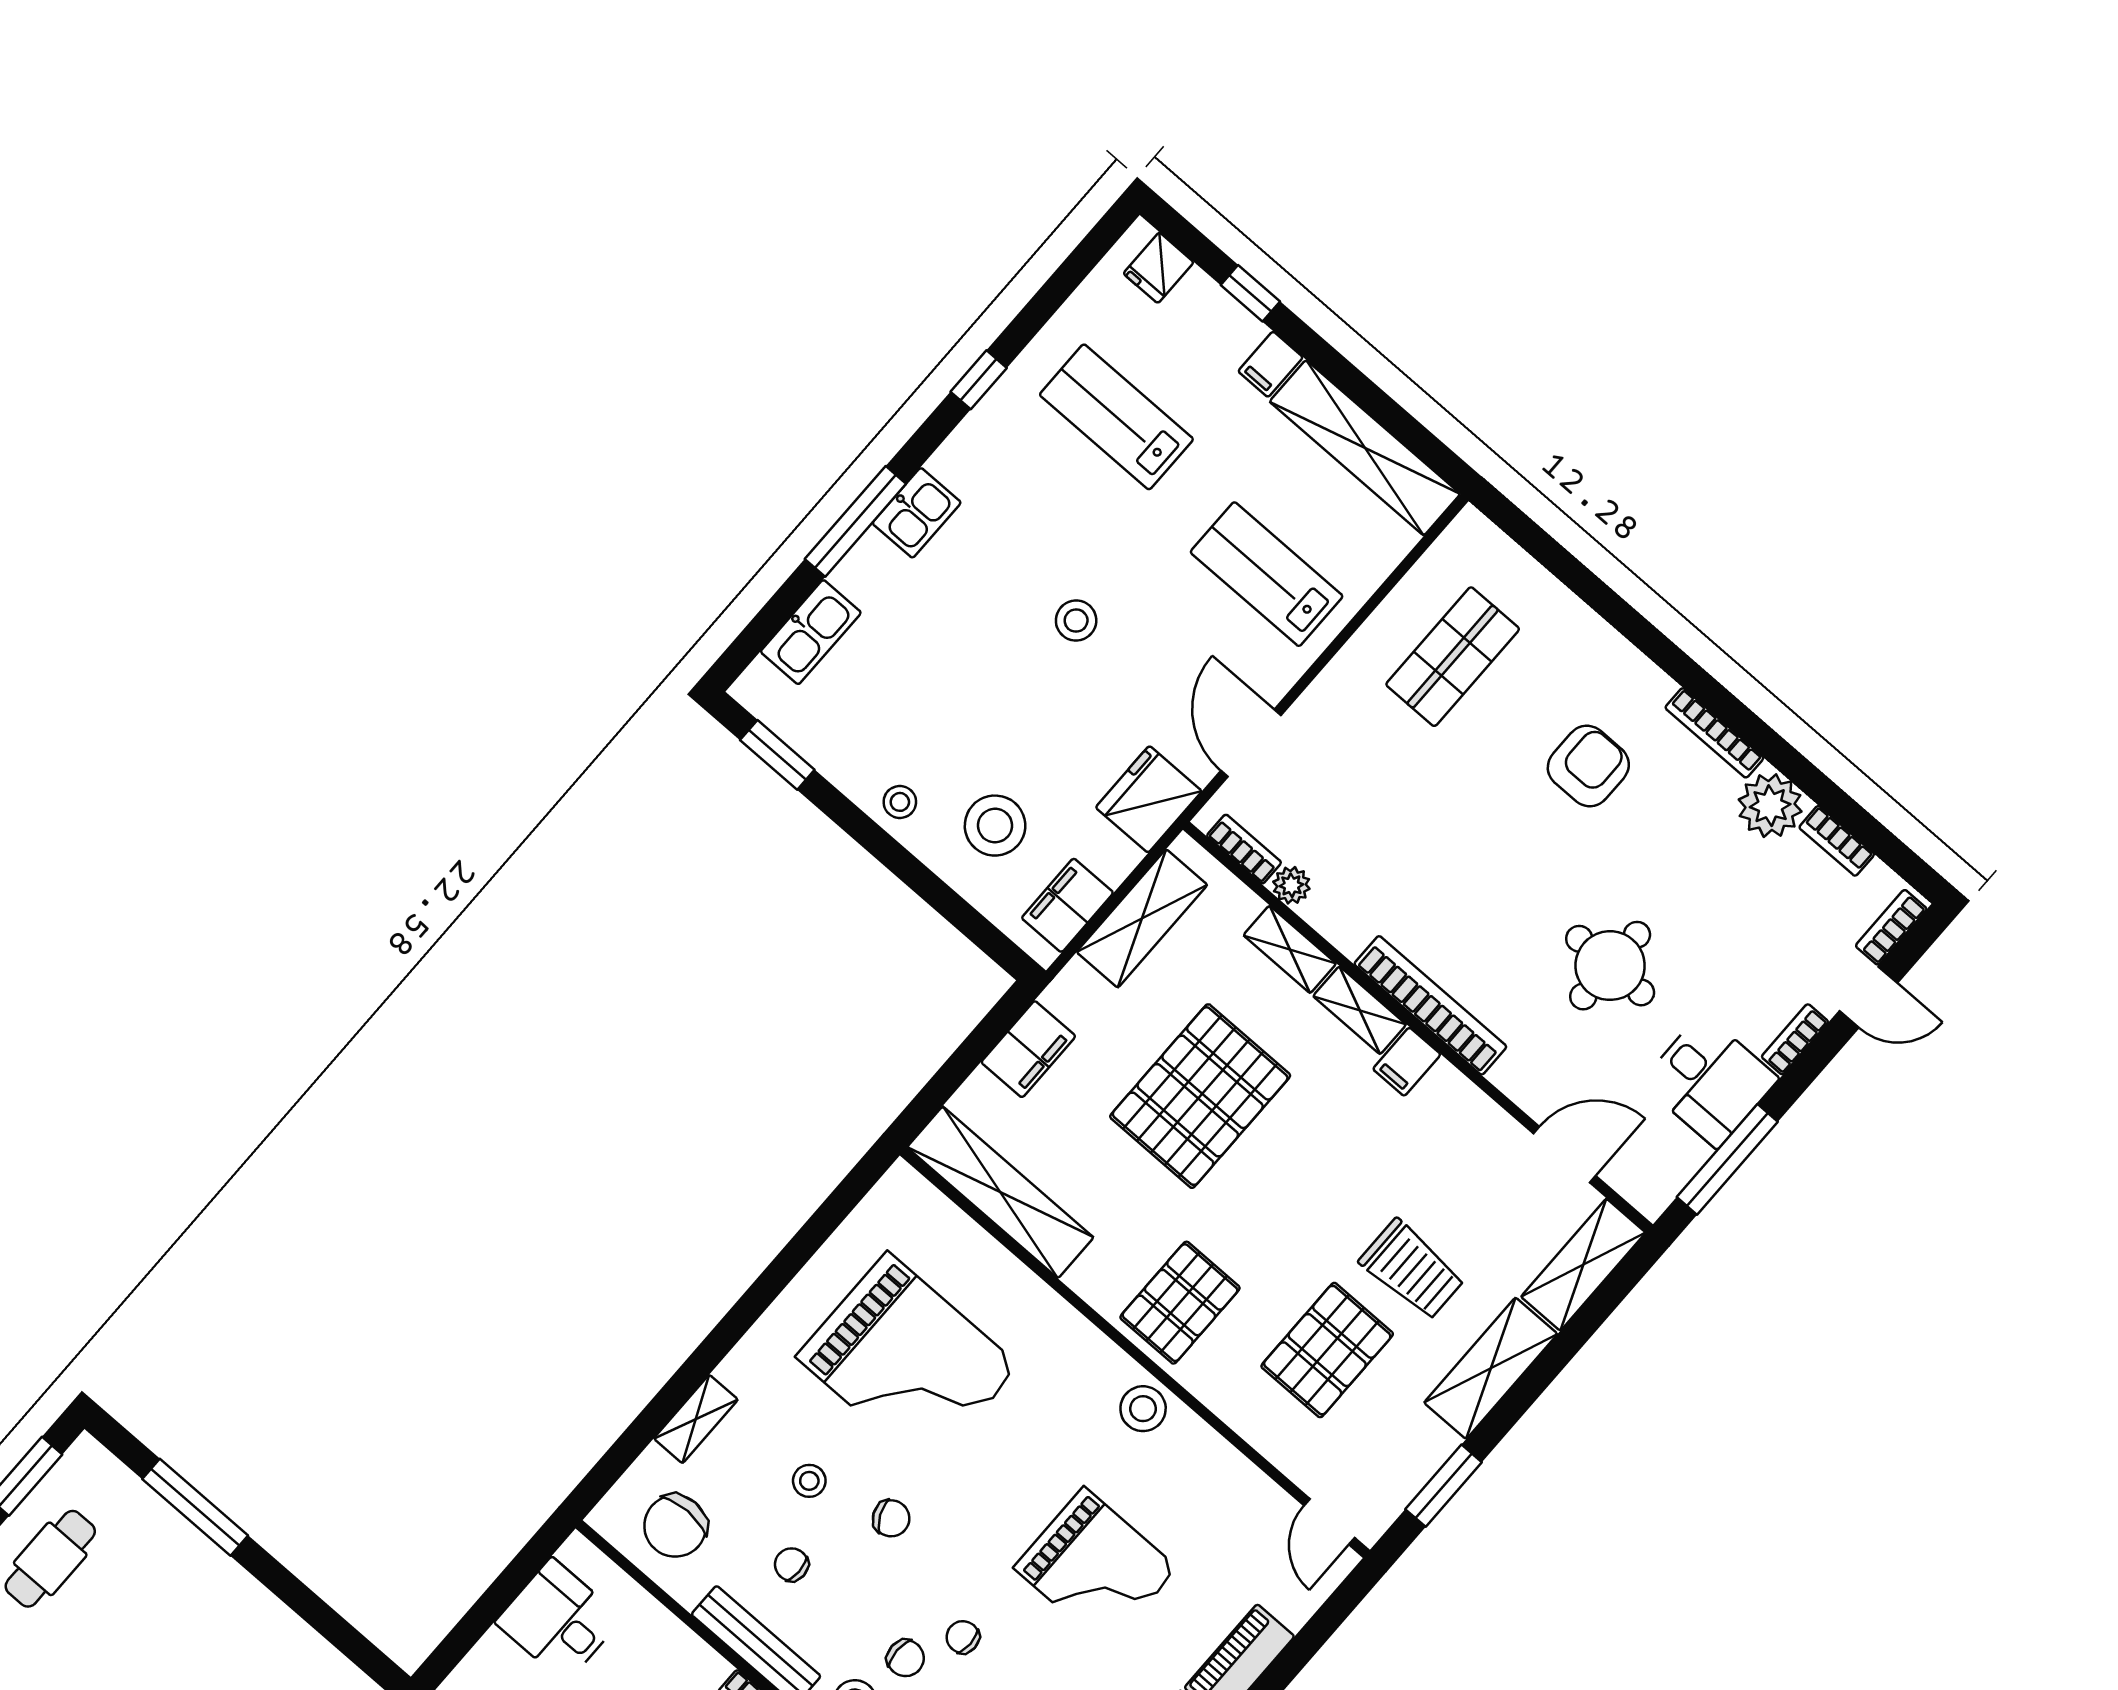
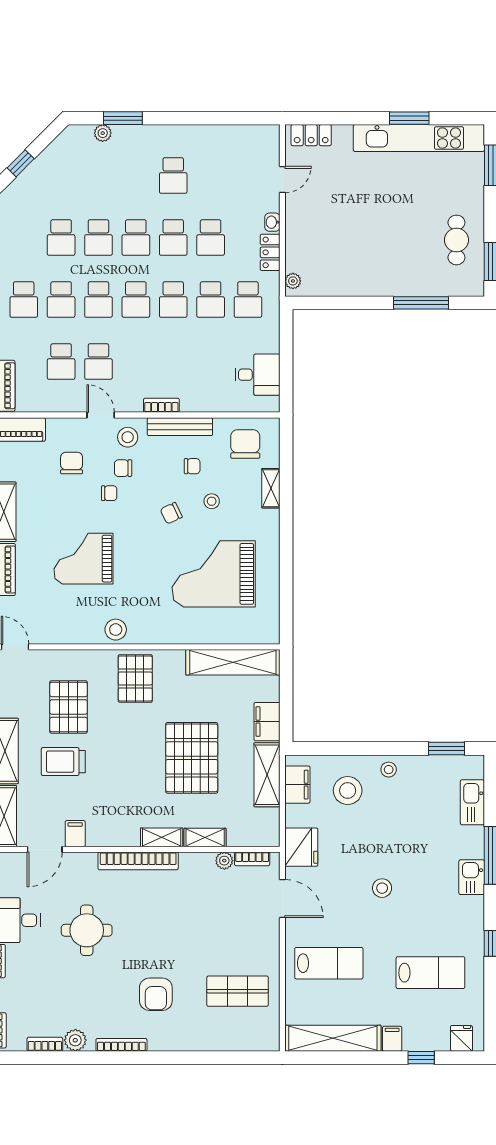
shop shelf: (1453, 657) -> (238, 991), turned 90
plant: (1770, 806) -> (75, 1040), width x0.73, depth x0.73
shelving: (1142, 918) -> (267, 775), moved
filing cabinet: (1407, 1062) -> (75, 834), moved

